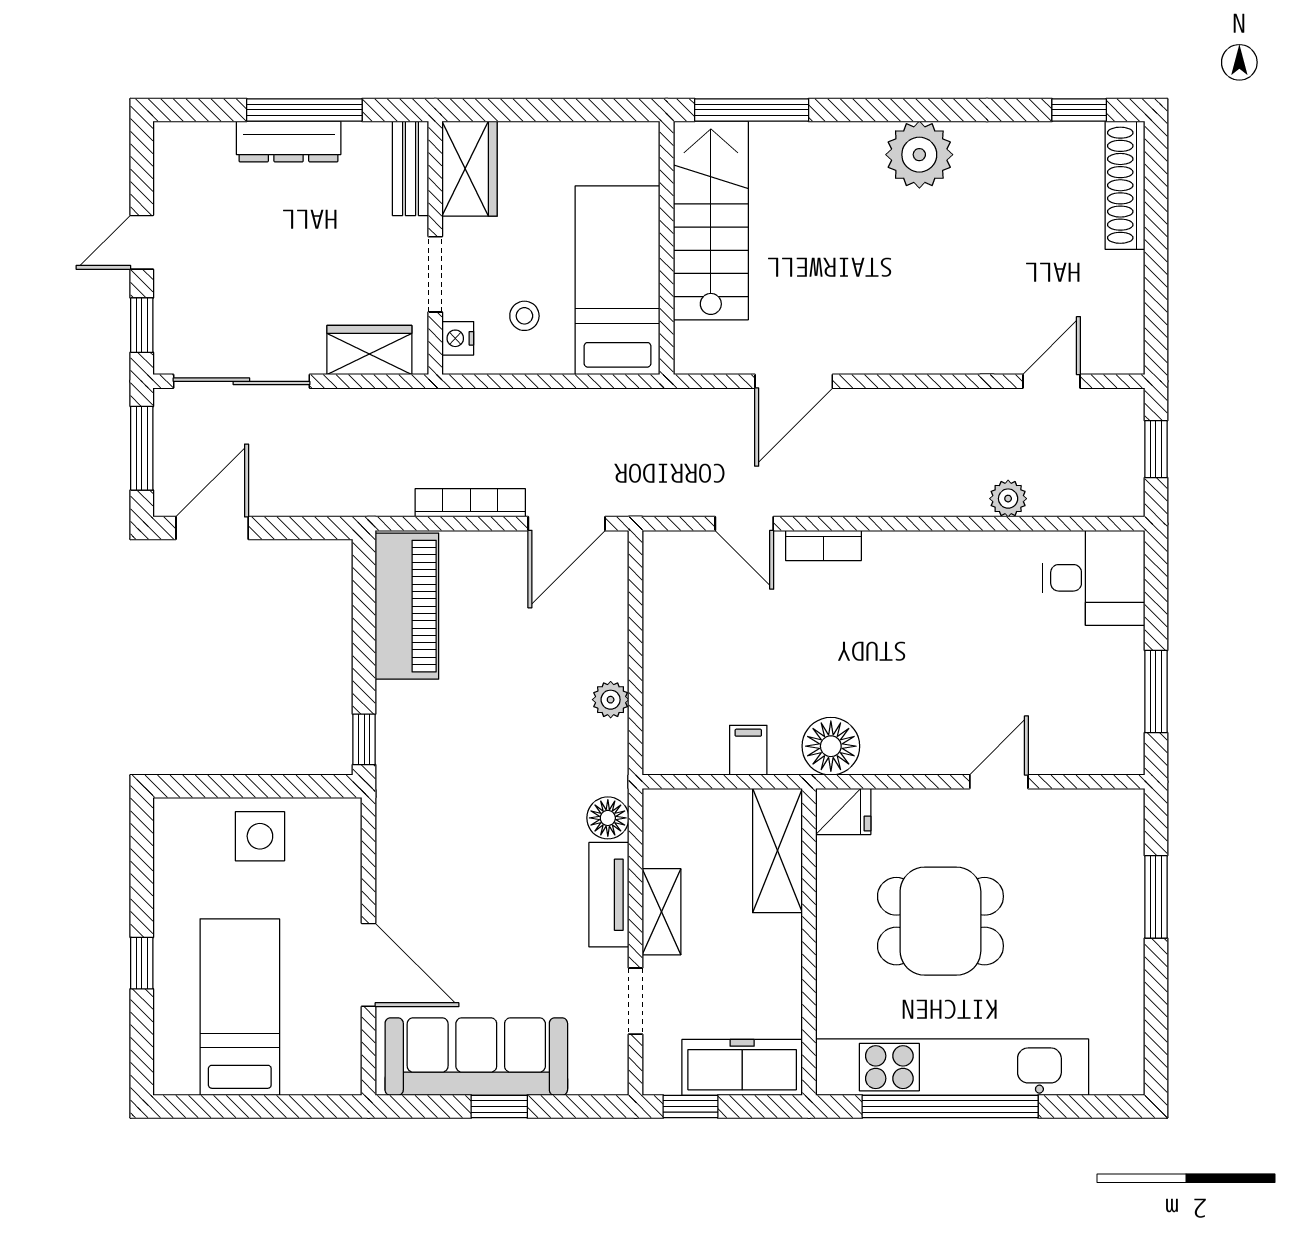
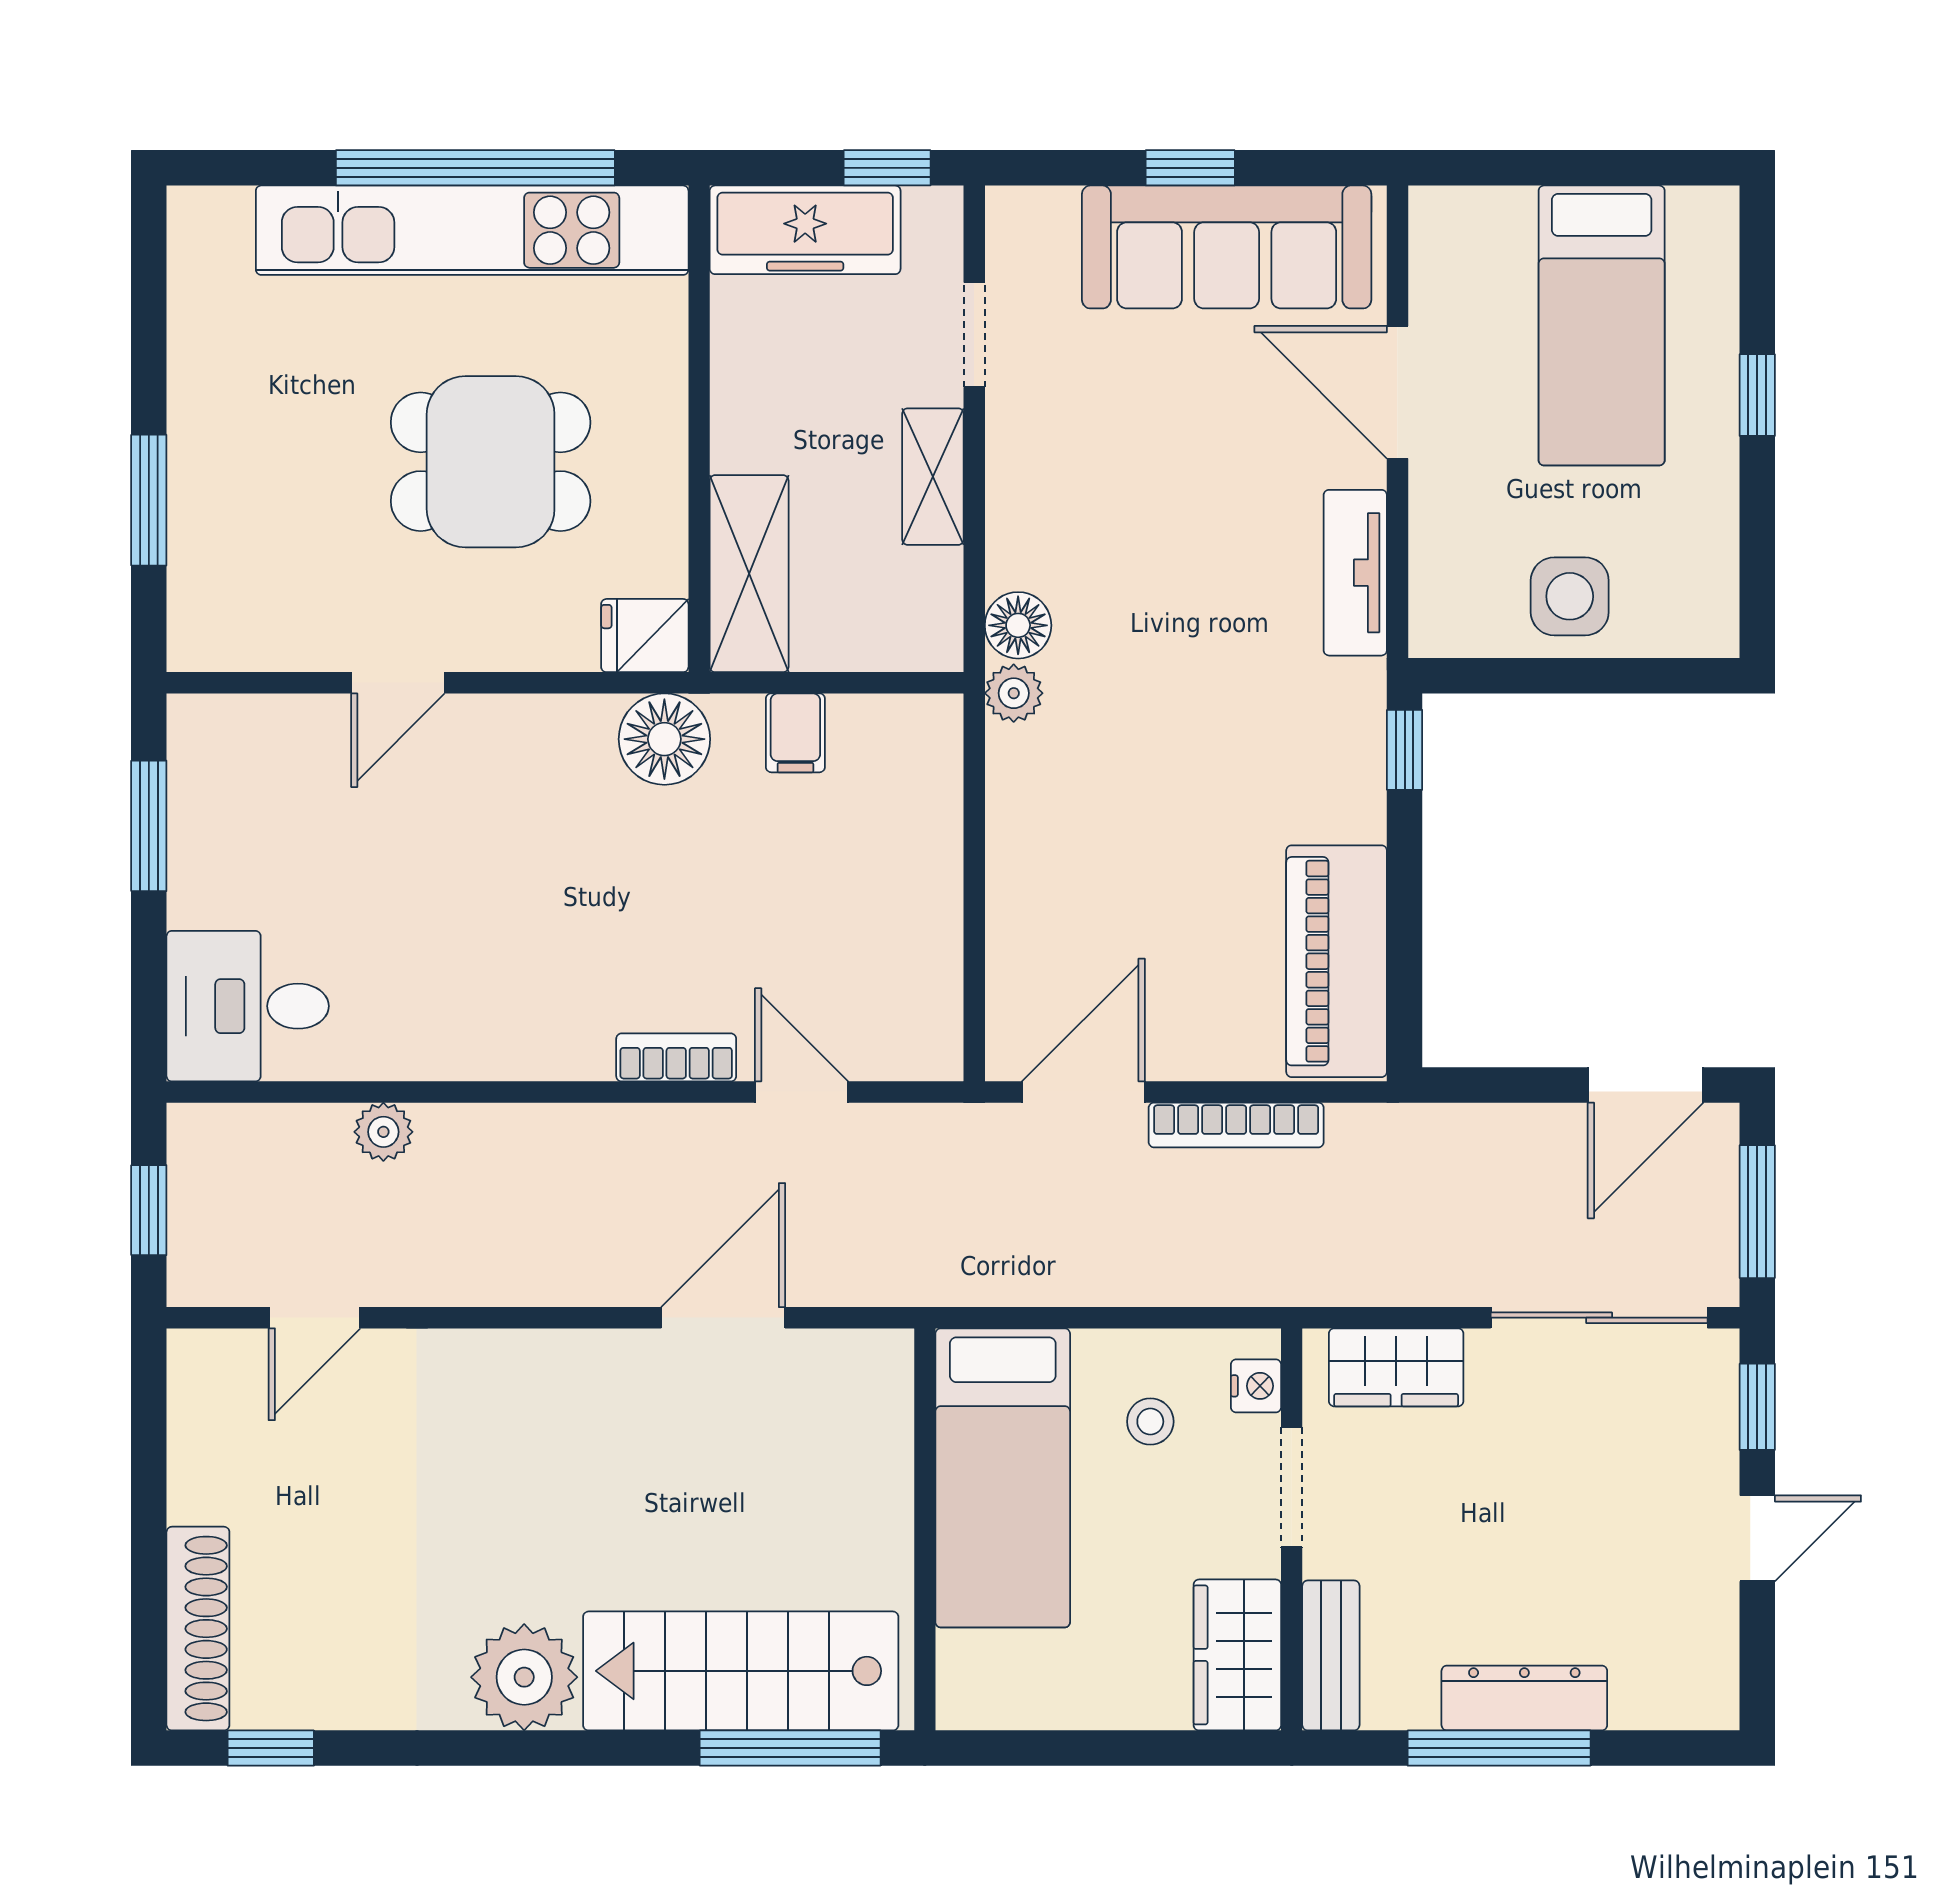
stairs: (711, 220) -> (741, 1671), moved, turned 90
plant: (611, 700) -> (1014, 693), moved
tv unit: (609, 895) -> (1355, 573), moved, turned 180

